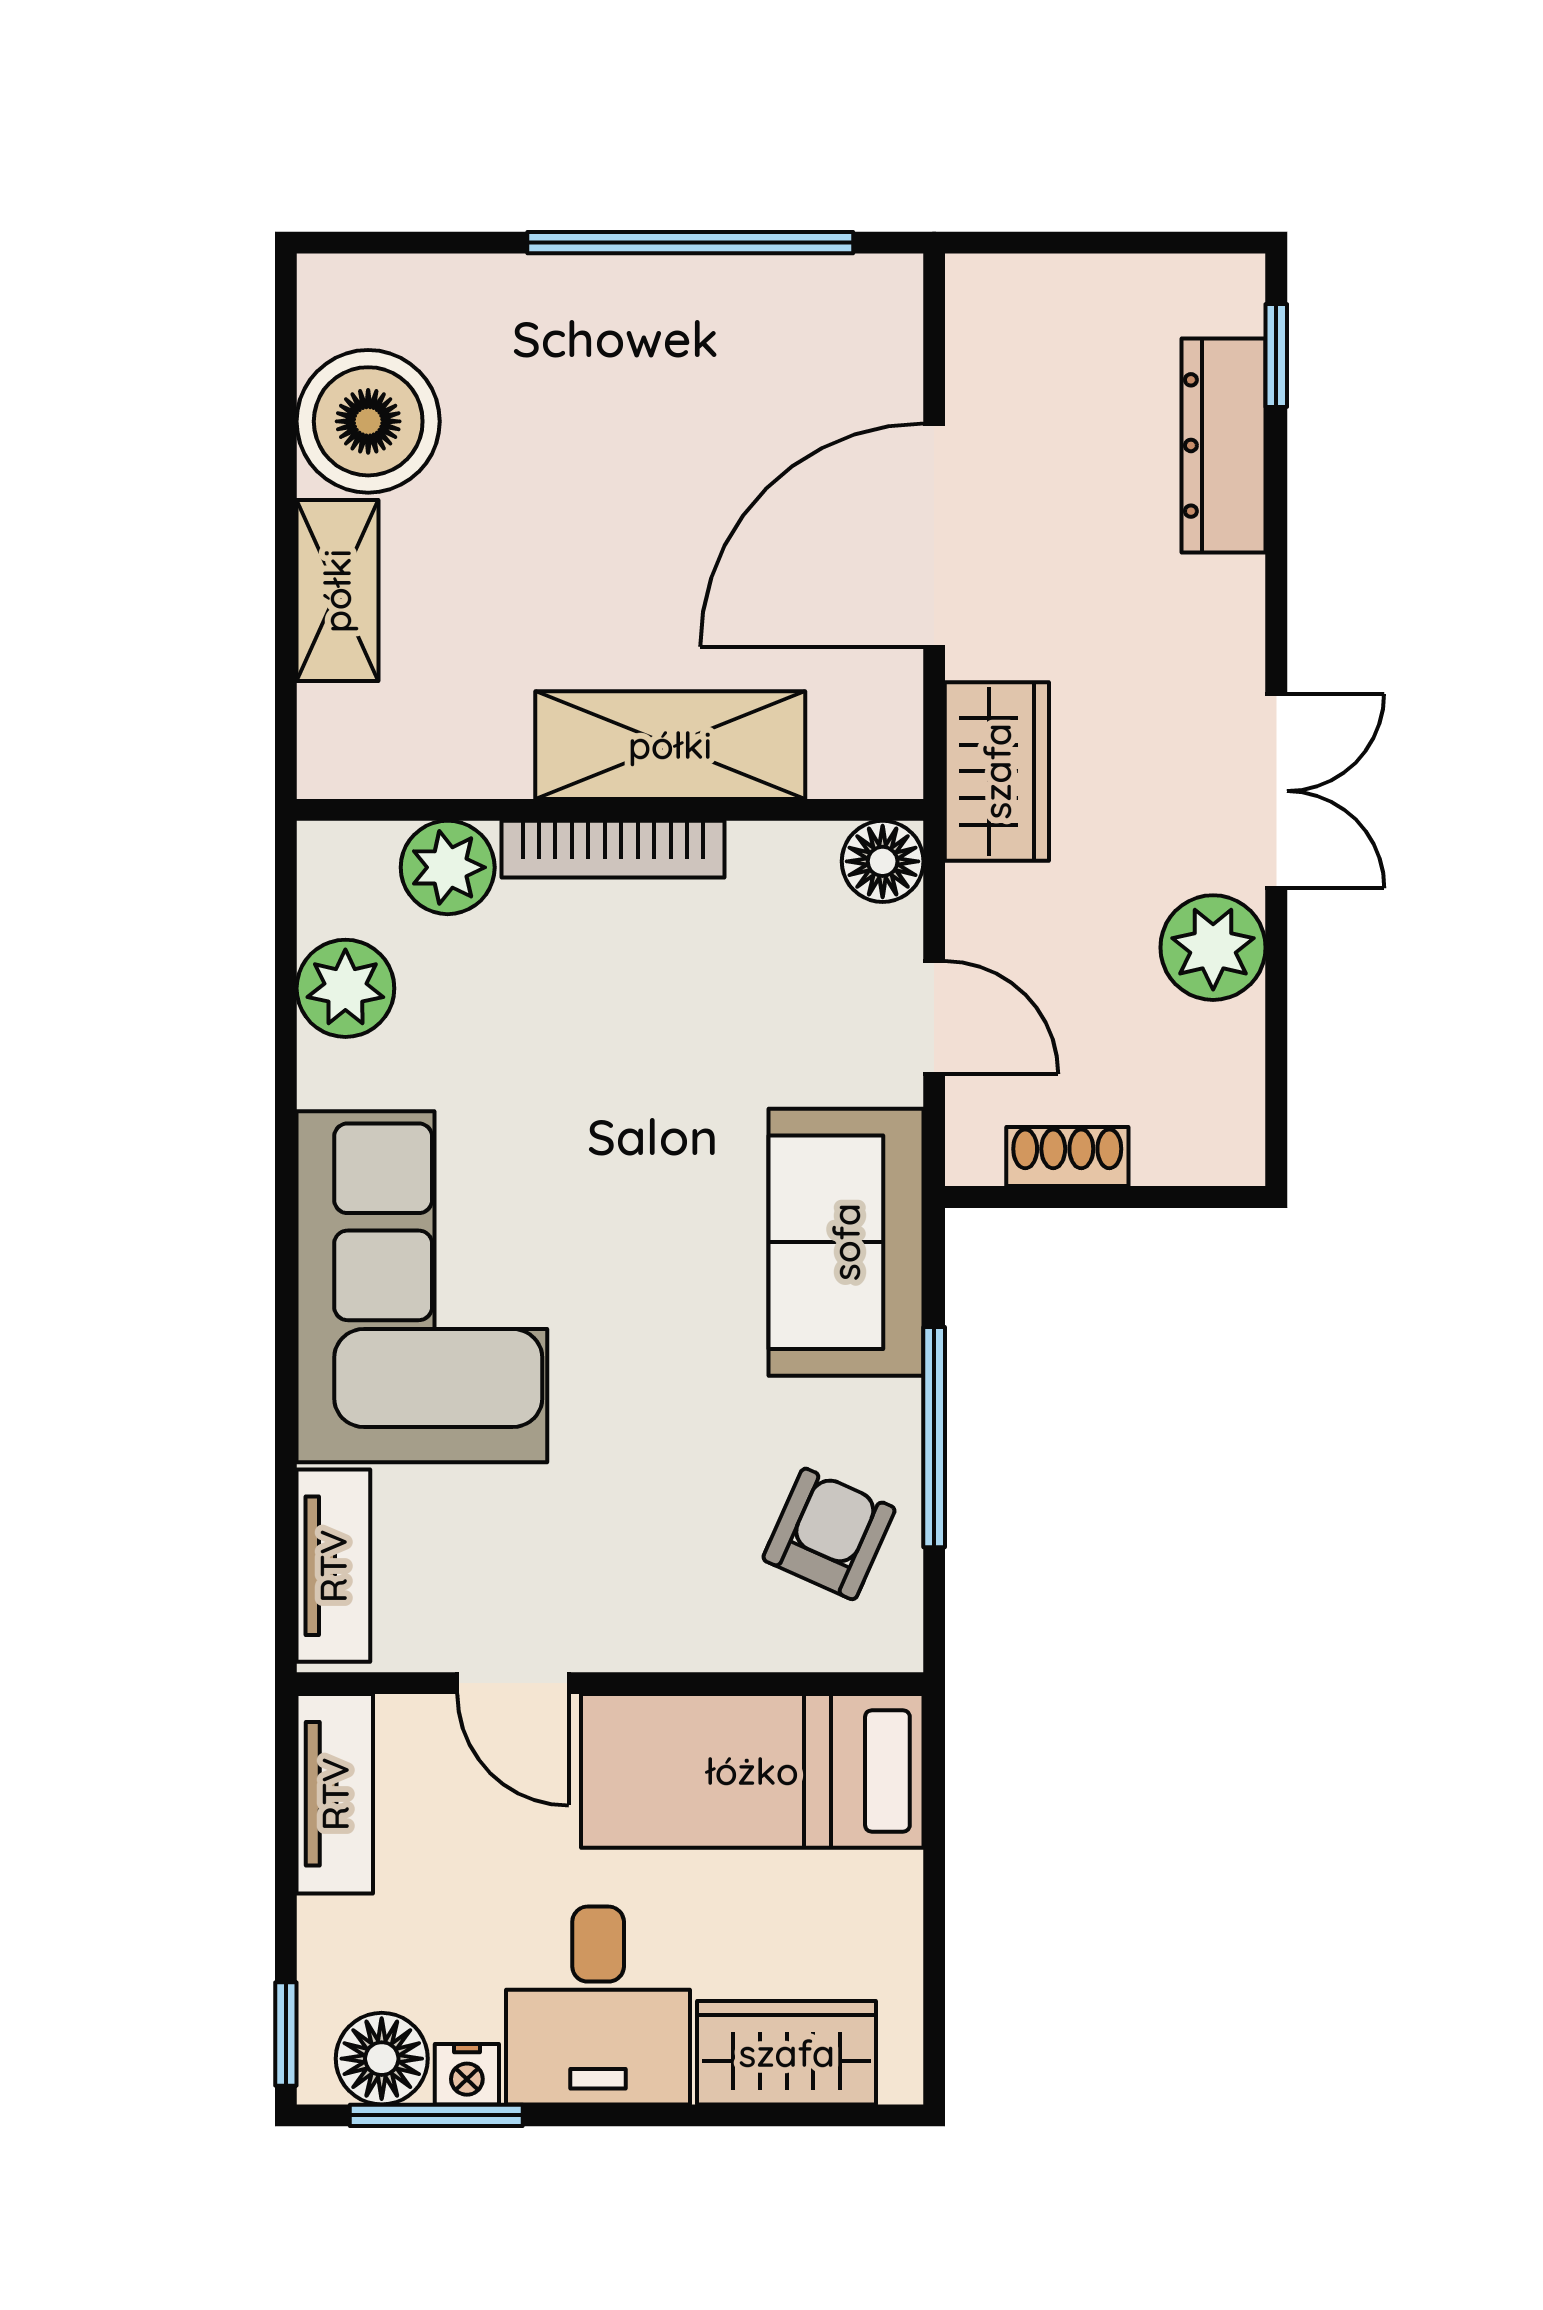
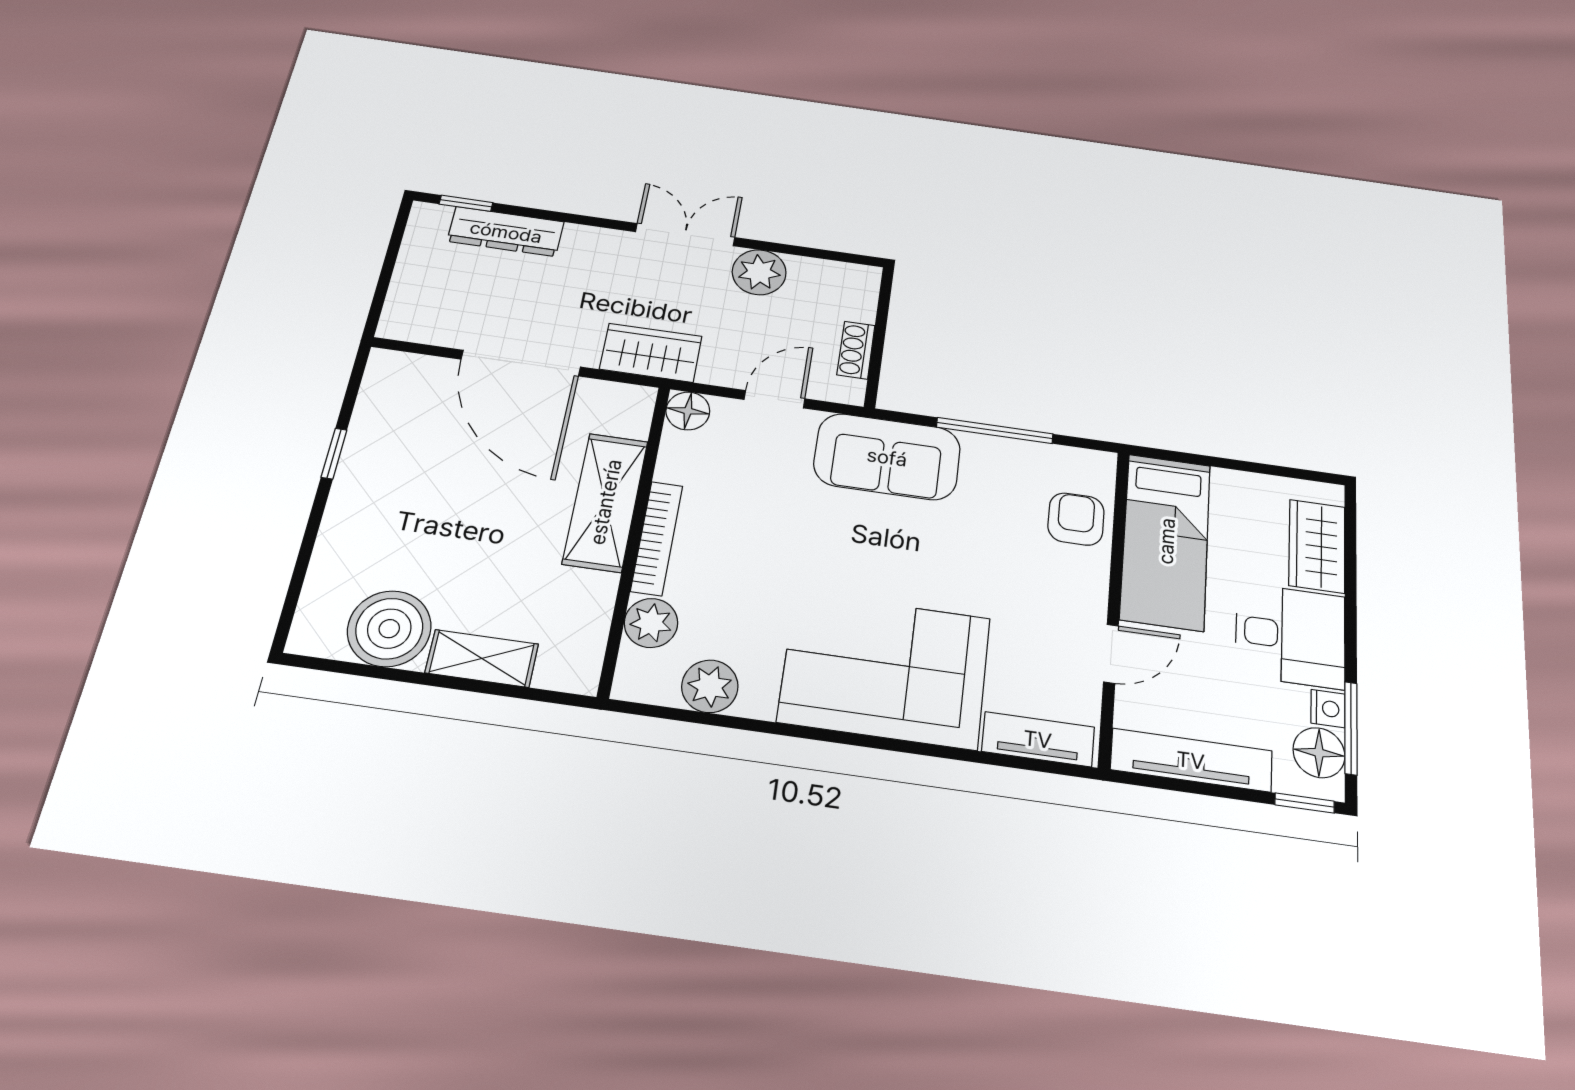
window: (690, 243) -> (334, 454), width x0.32
armchair: (829, 1534) -> (1076, 519), moved, turned 66
tv unit: (335, 1794) -> (1191, 760), width x1.41

